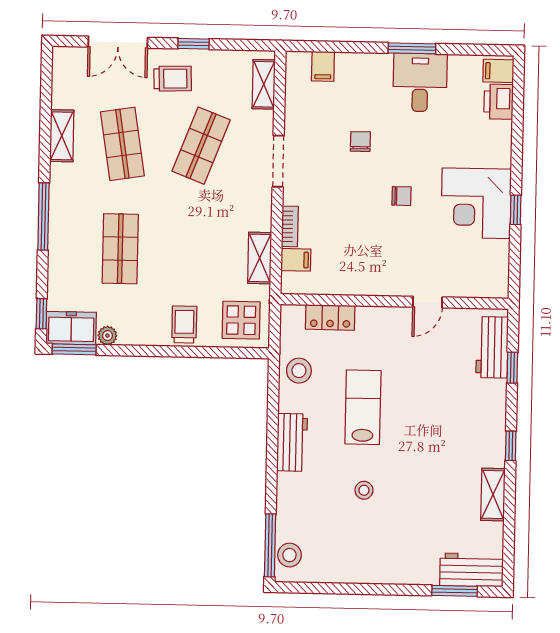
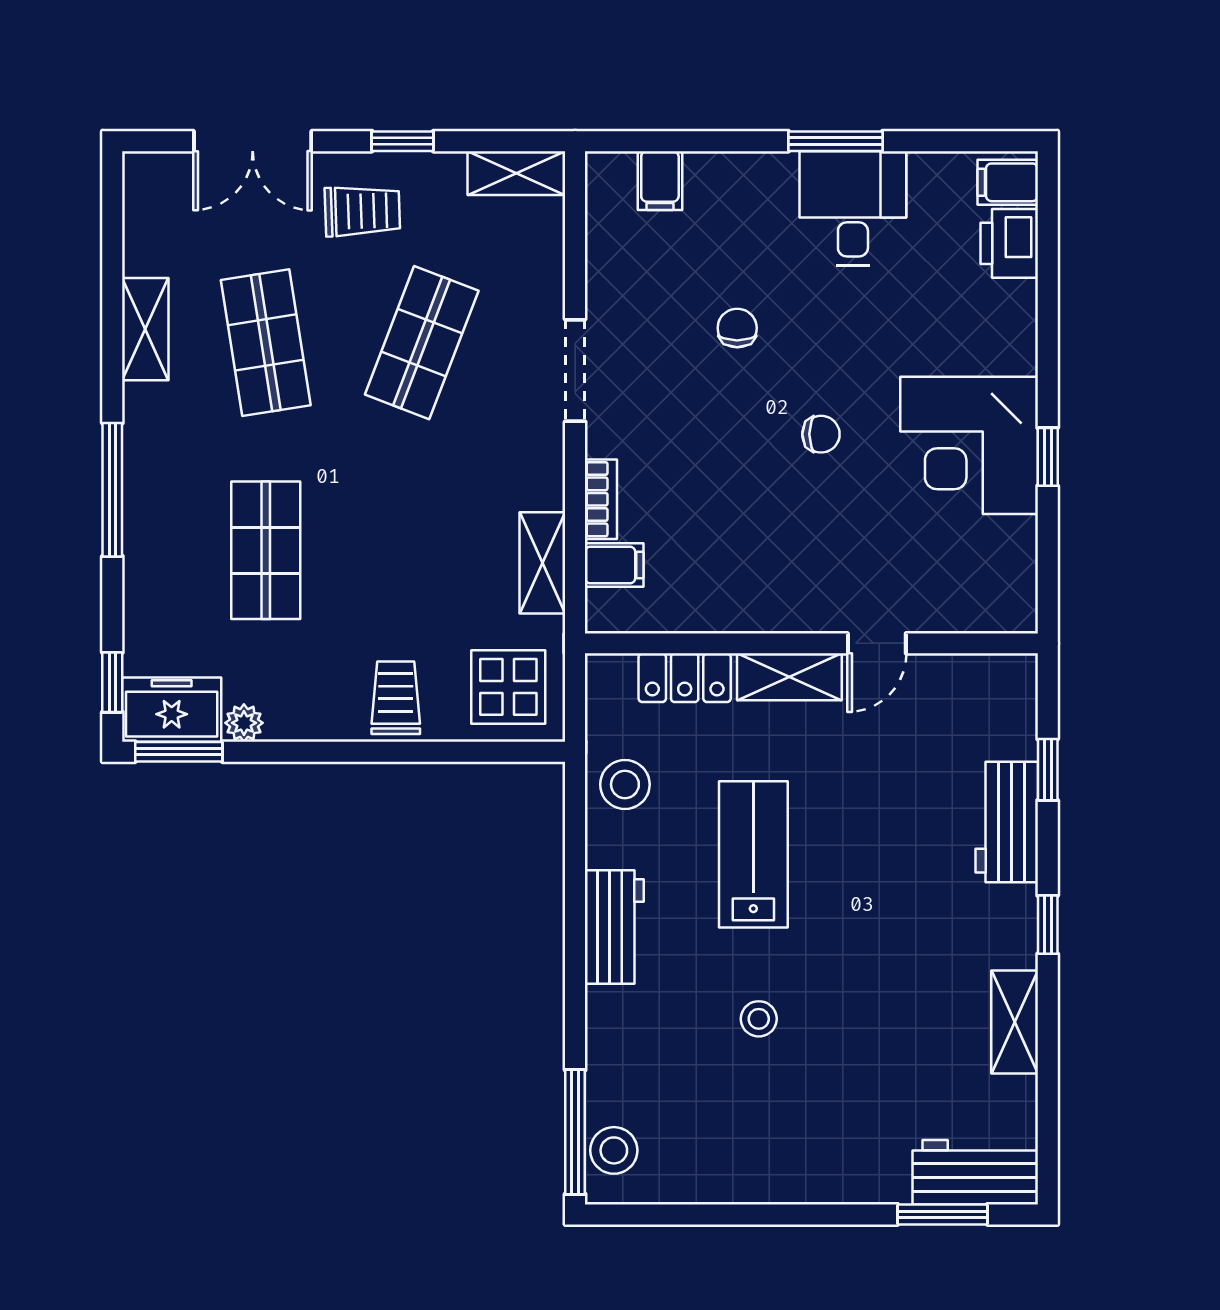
shelving: (264, 84) -> (516, 173), moved, turned 90
shelving: (383, 318) -> (789, 677), added
workbench: (492, 347) -> (1007, 822), moved

